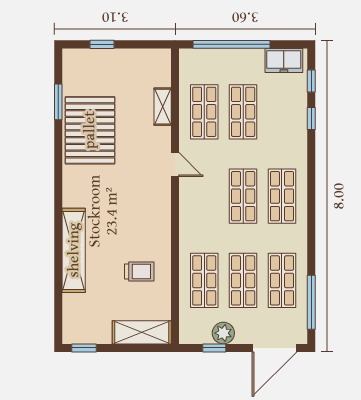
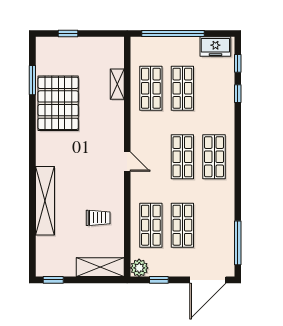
door: (175, 164) -> (127, 162), moved
shop shelf: (282, 280) -> (214, 225), removed
plant: (223, 333) -> (139, 268), moved

